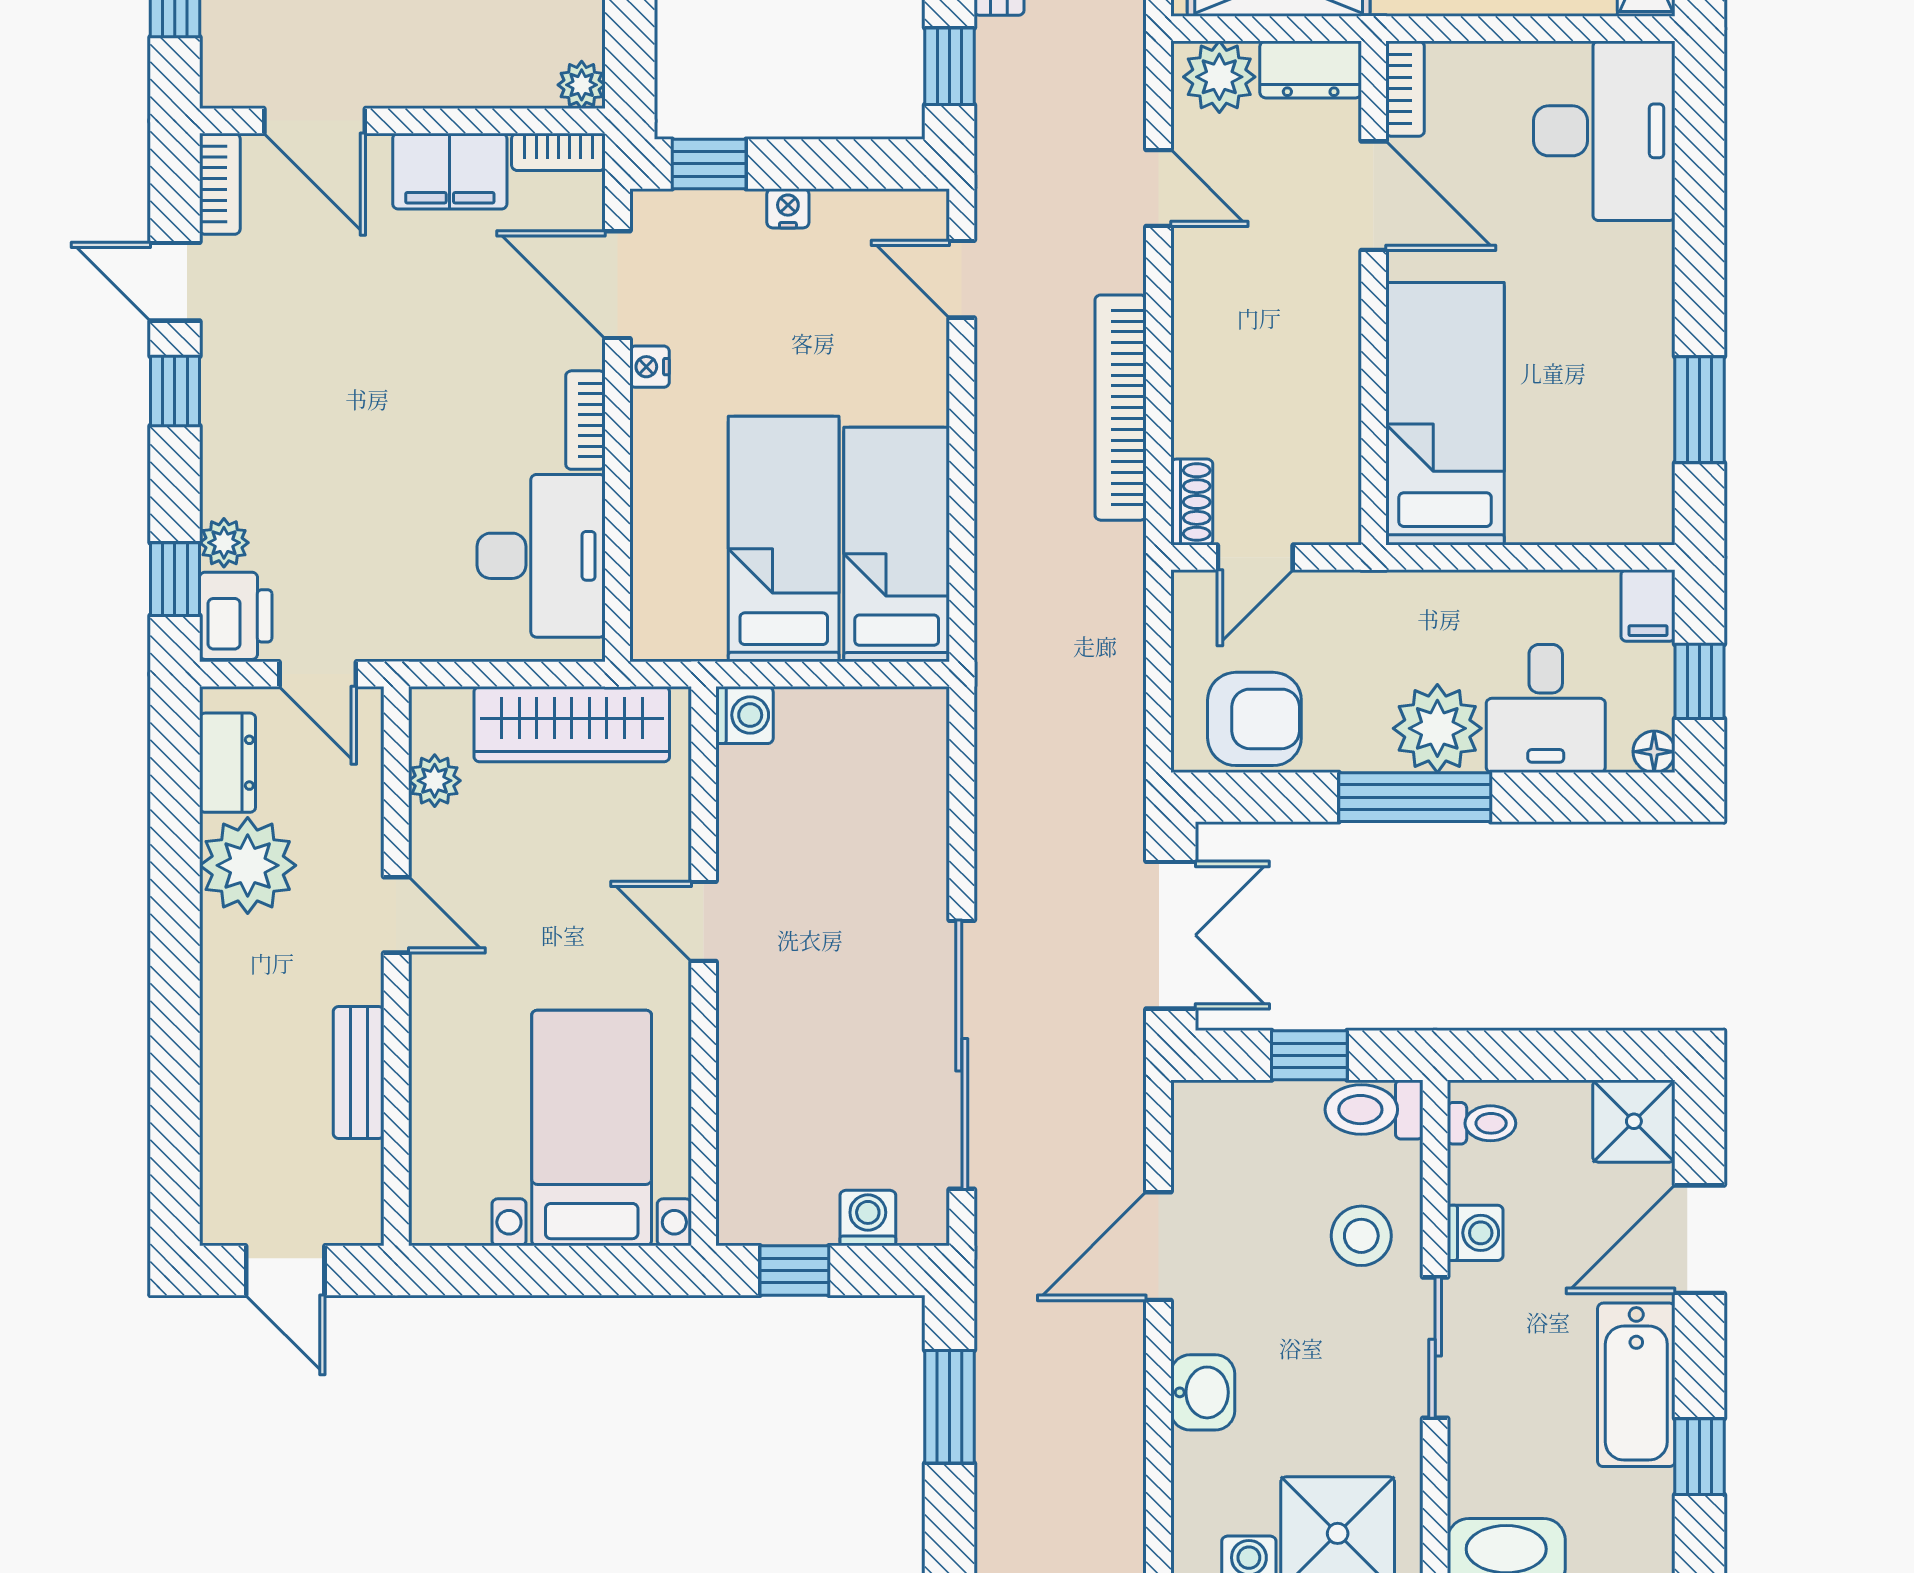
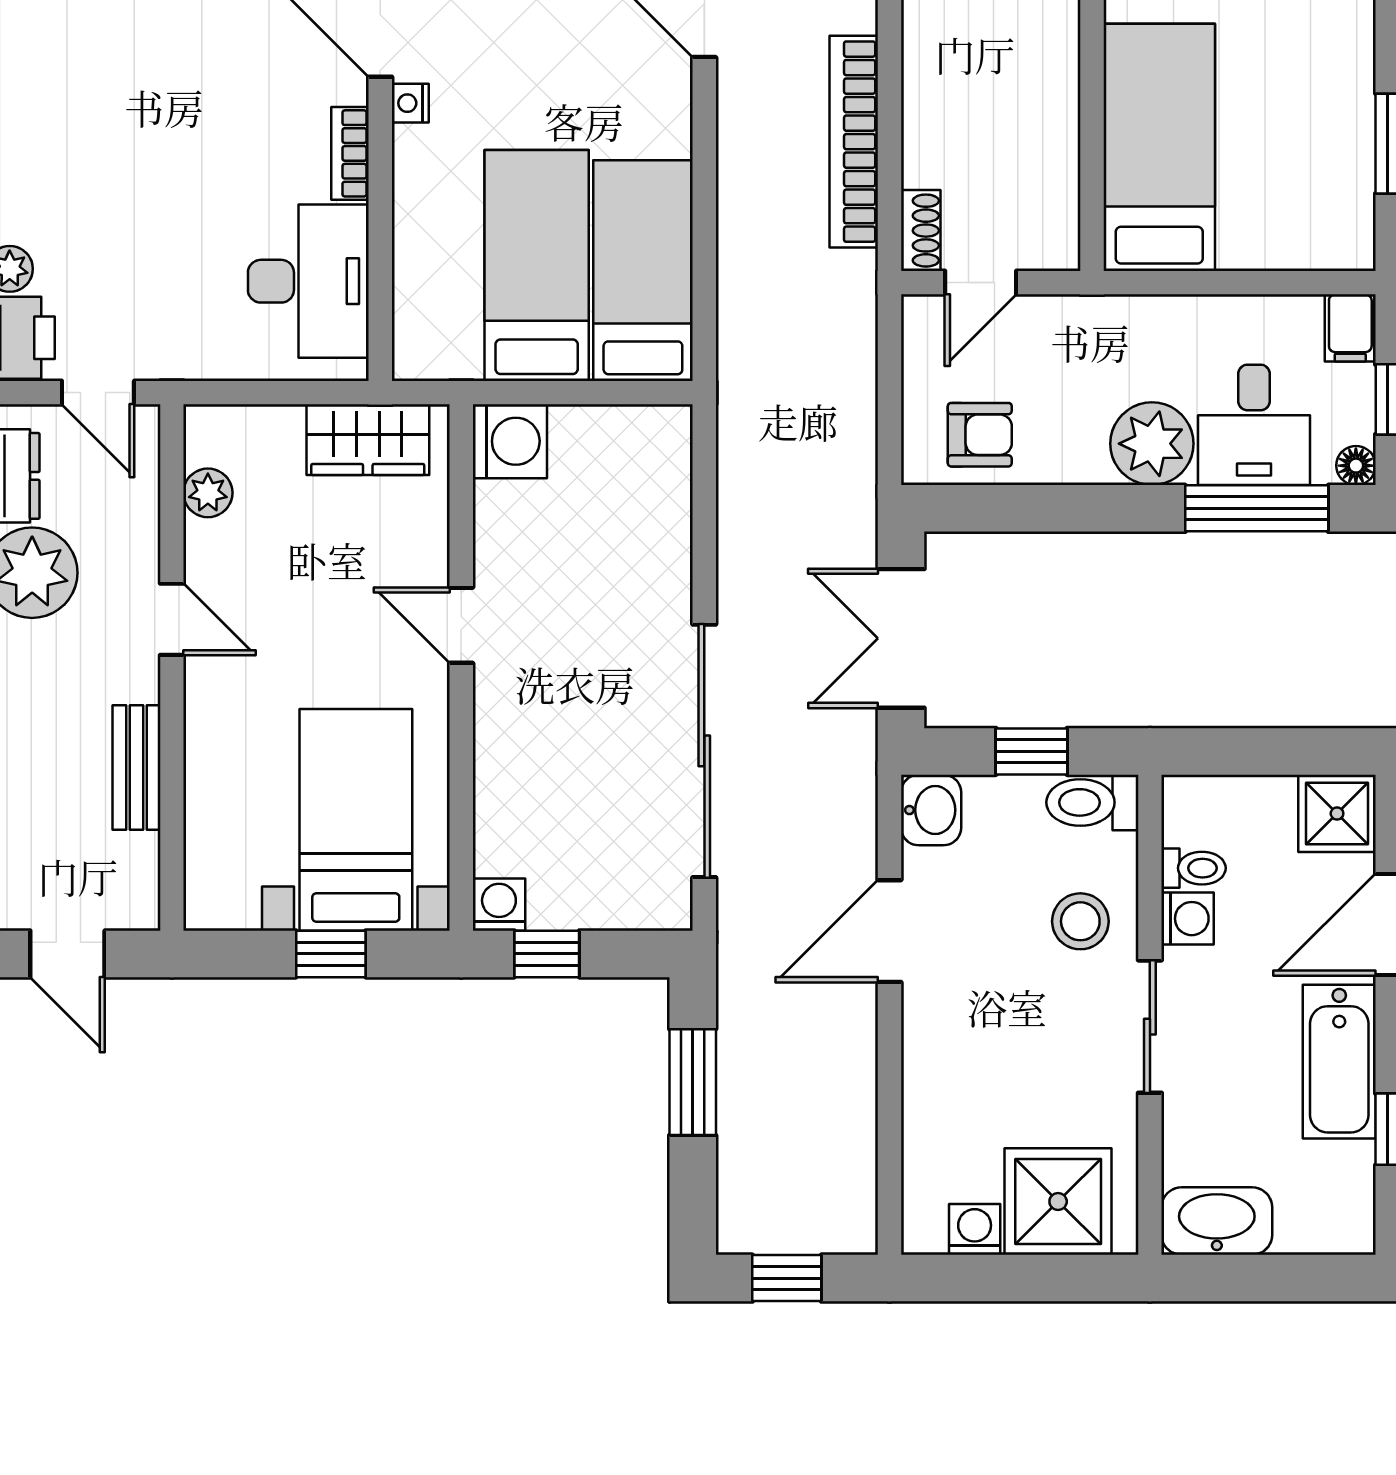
washing machine: (744, 715) -> (510, 441), width x1.38, depth x1.38
armchair: (1254, 719) -> (980, 435), width x0.72, depth x0.72
wardrobe: (572, 724) -> (368, 440), width x0.67
window: (1415, 797) -> (1257, 508), moved
double door: (1171, 935) -> (901, 638), swing flipped
toilet: (1482, 1123) -> (1194, 868), moved
washing machine: (868, 1218) -> (499, 905), moved
window: (565, 1270) -> (331, 954), added
washbasin: (1203, 1392) -> (931, 810), moved

